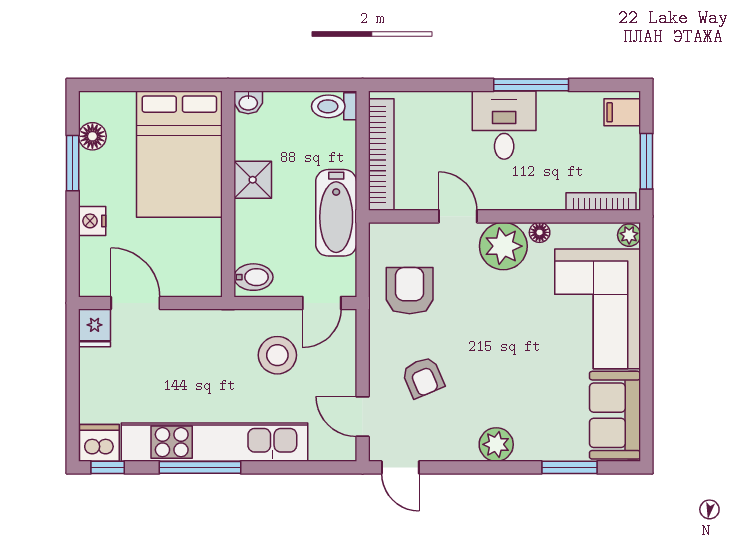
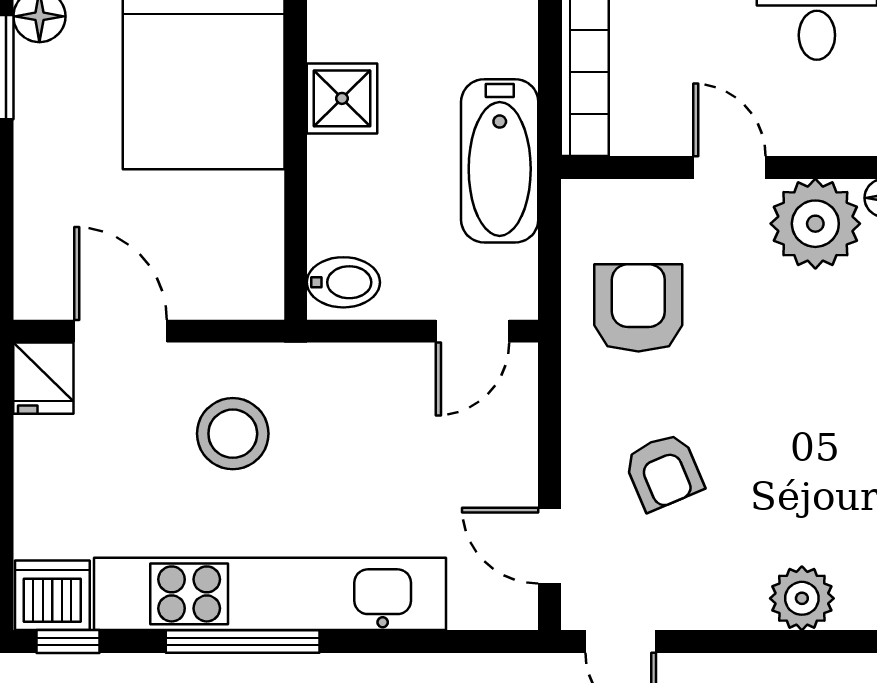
nightstand: (92, 221) -> (39, 176), removed
stool: (277, 355) -> (233, 434), moved

